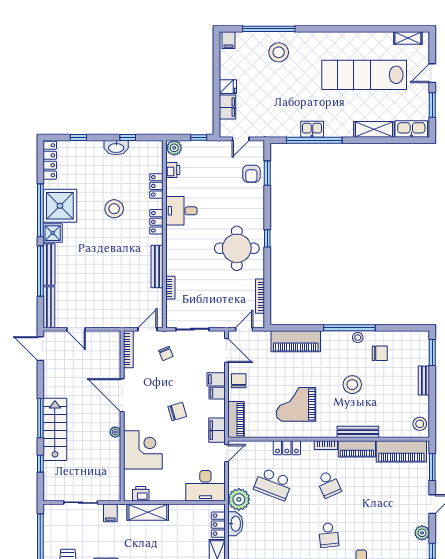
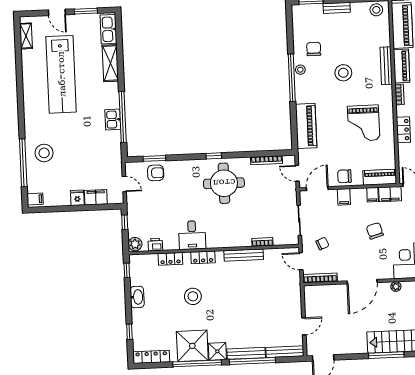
window: (128, 137) -> (127, 270), moved
filing cabinet: (217, 393) -> (373, 195), moved

